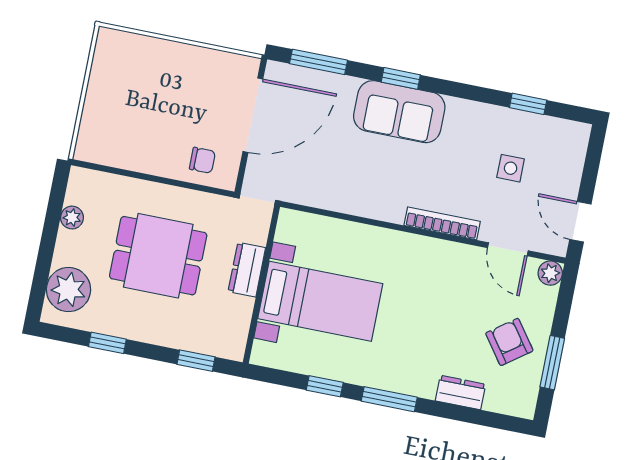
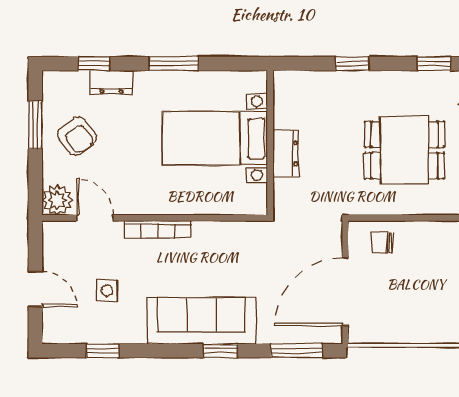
sofa: (399, 112) -> (201, 321), width x1.36
door: (580, 222) -> (35, 289), moved
dresser: (247, 270) -> (286, 153), moved
plant: (550, 273) -> (57, 200), width x1.38, depth x1.38
wall: (261, 285) -> (270, 143), moved
bed with nightstands: (320, 301) -> (215, 138), moved
window: (325, 386) -> (94, 64), moved

